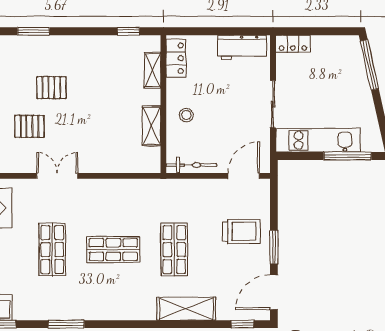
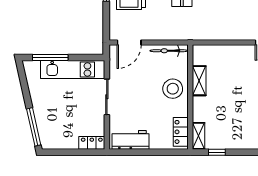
shelving: (153, 70) -> (198, 136), moved
stool: (186, 115) -> (173, 89), width x1.89, depth x1.89

